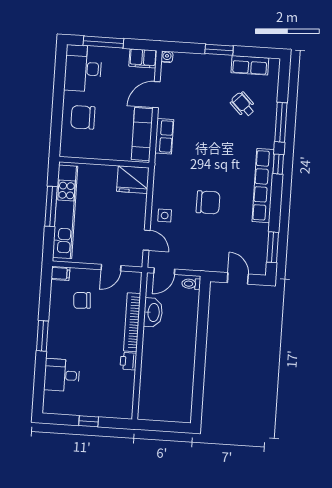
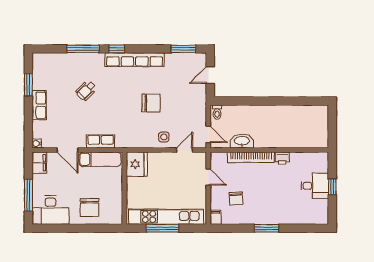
window: (219, 50) -> (28, 85), moved
row of seats: (250, 65) -> (39, 105), moved
wheelchair: (243, 105) -> (86, 90), moved
chair: (208, 202) -> (151, 103), turned 90
desk: (62, 375) -> (315, 186), moved, turned -90

